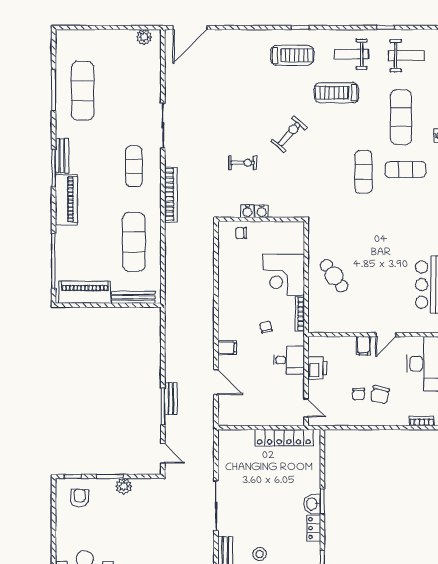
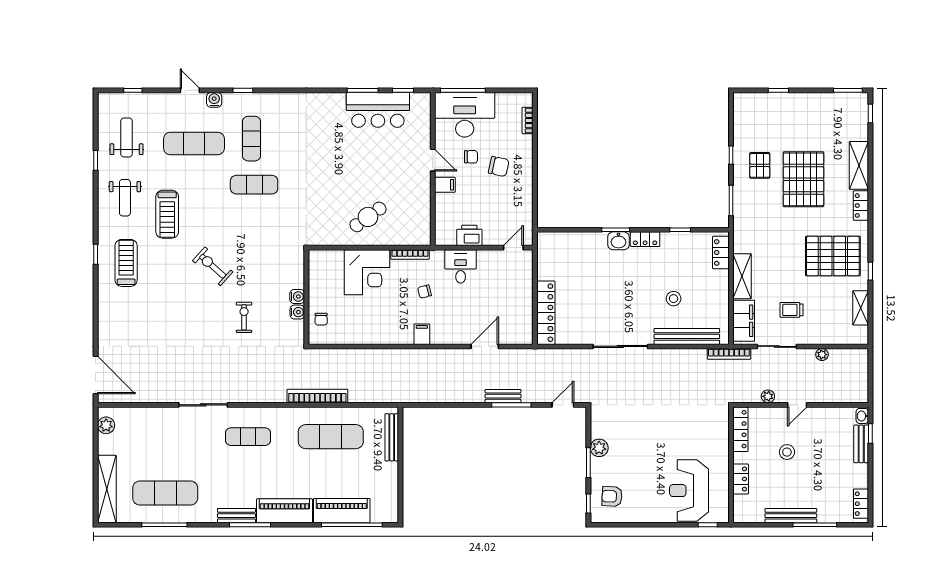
shelving: (86, 38) -> (107, 489), added
bookcase: (171, 195) -> (317, 396), moved
piano: (85, 292) -> (342, 511), moved, turned 90
filing cabinet: (227, 348) -> (422, 334), moved
chair: (359, 394) -> (471, 157), moved
locker: (284, 438) -> (546, 313), moved

